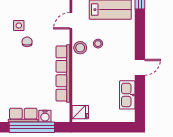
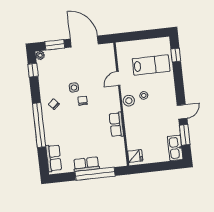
row of seats: (63, 74) -> (116, 125), width x0.50
window: (140, 94) -> (185, 135), added
kitchen sink: (127, 95) -> (175, 148), moved
water cooler: (45, 116) -> (105, 163), removed

